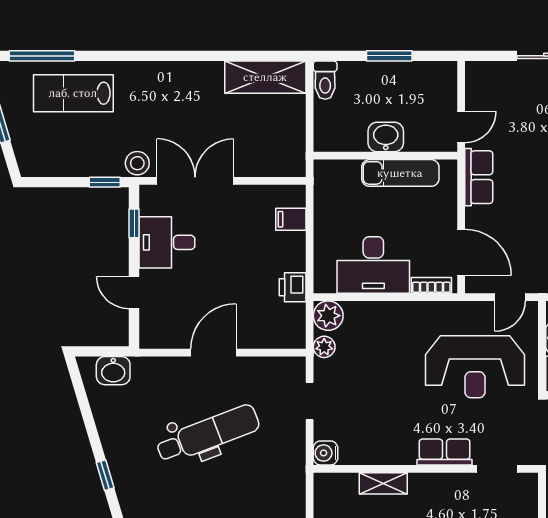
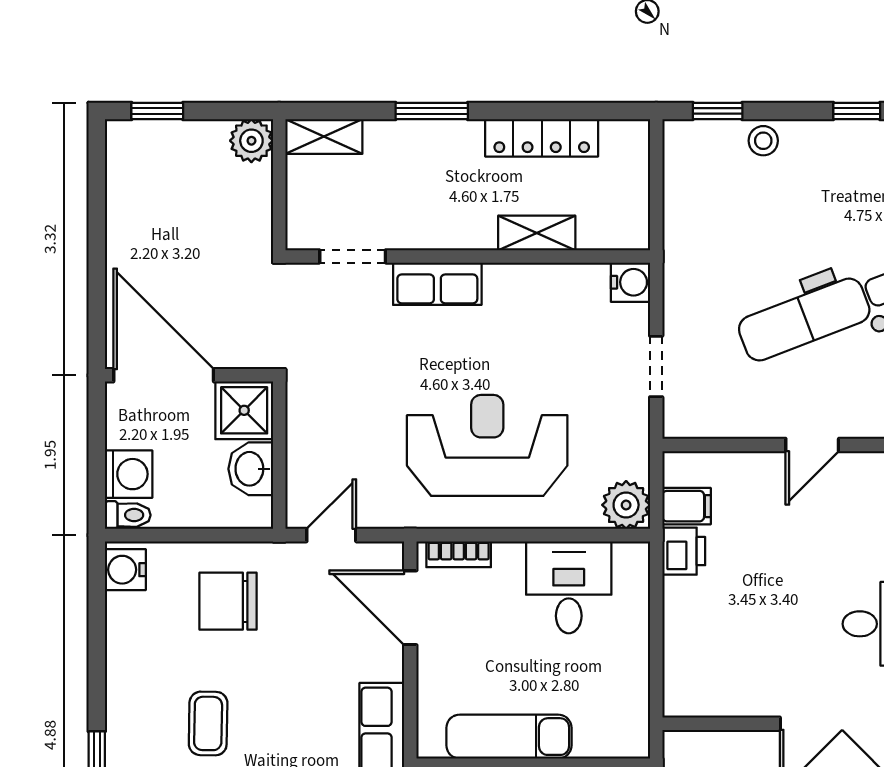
filing cabinet: (291, 219) -> (687, 506), moved
desk: (373, 265) -> (569, 587), width x0.73
plant: (324, 347) -> (633, 454), removed
door: (213, 353) -> (812, 445), width x0.73
reception desk: (475, 367) -> (487, 445), moved

